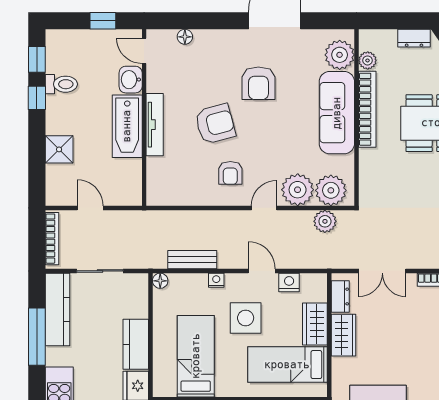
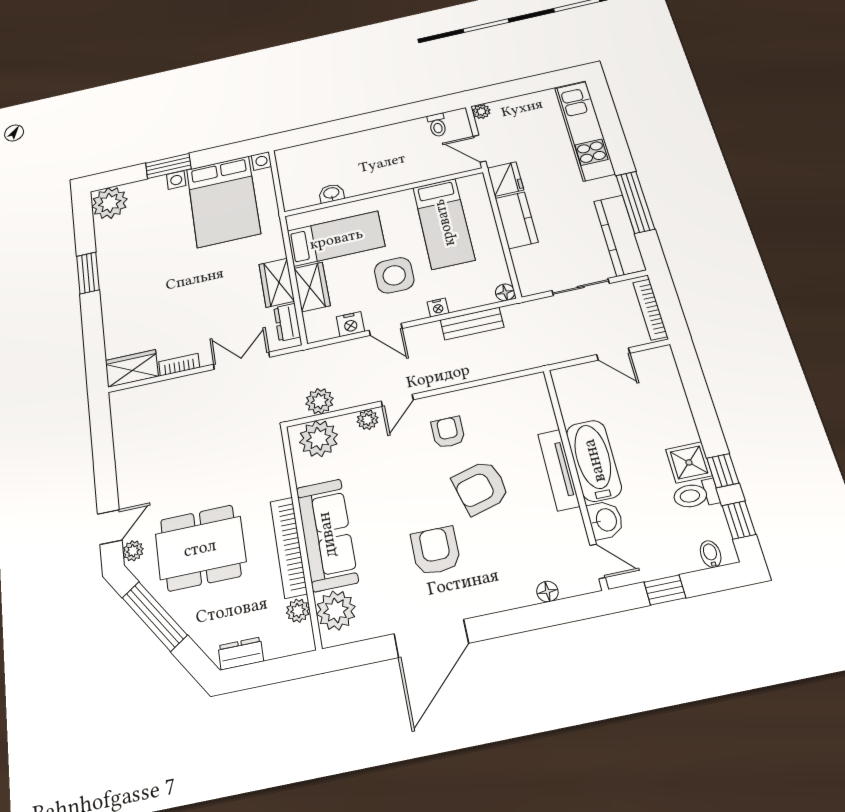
bidet: (64, 39) -> (711, 554), added
shower: (59, 149) -> (689, 462), moved
plant: (298, 190) -> (368, 420), width x0.53, depth x0.53

